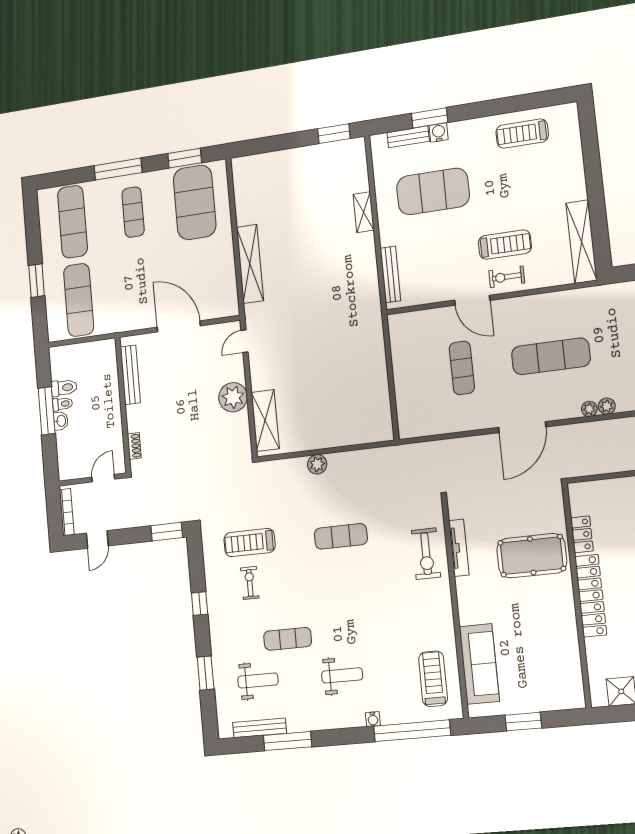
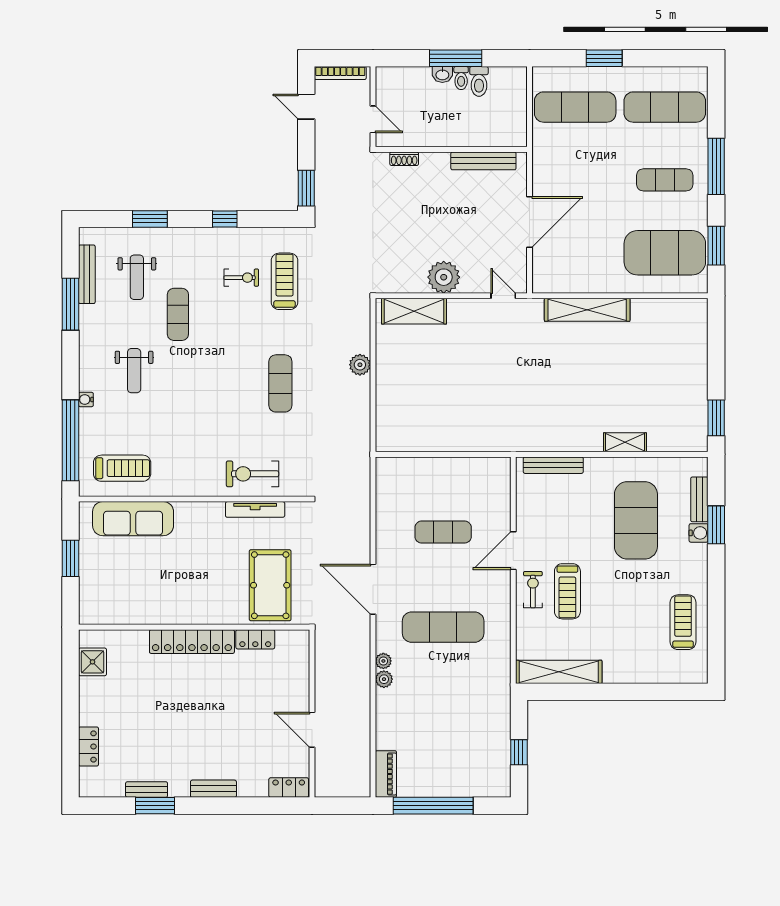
exercise mat: (551, 356) -> (443, 627), turned 90
pool table: (532, 556) -> (270, 585), moved

